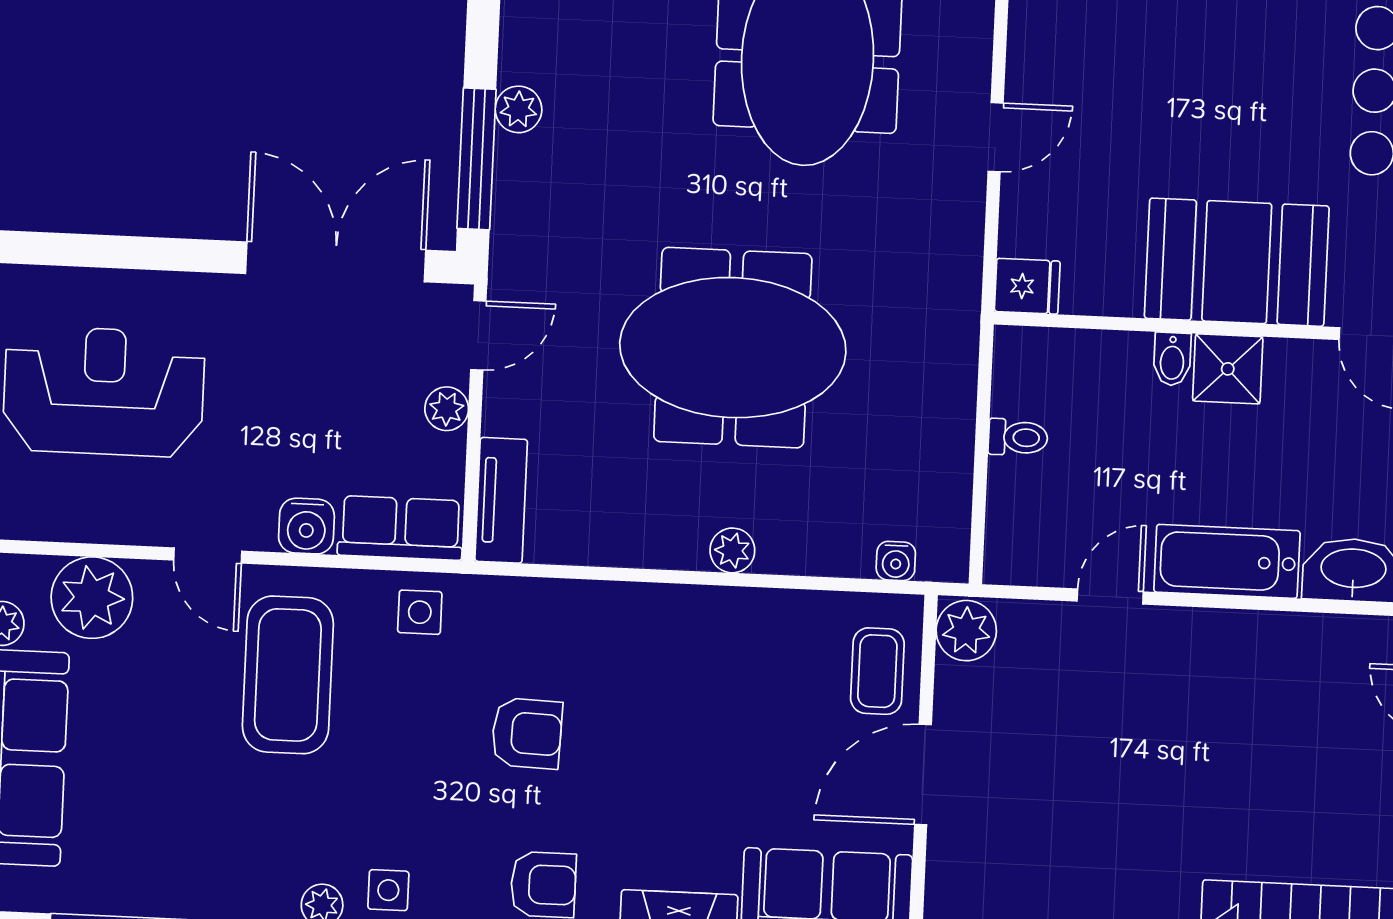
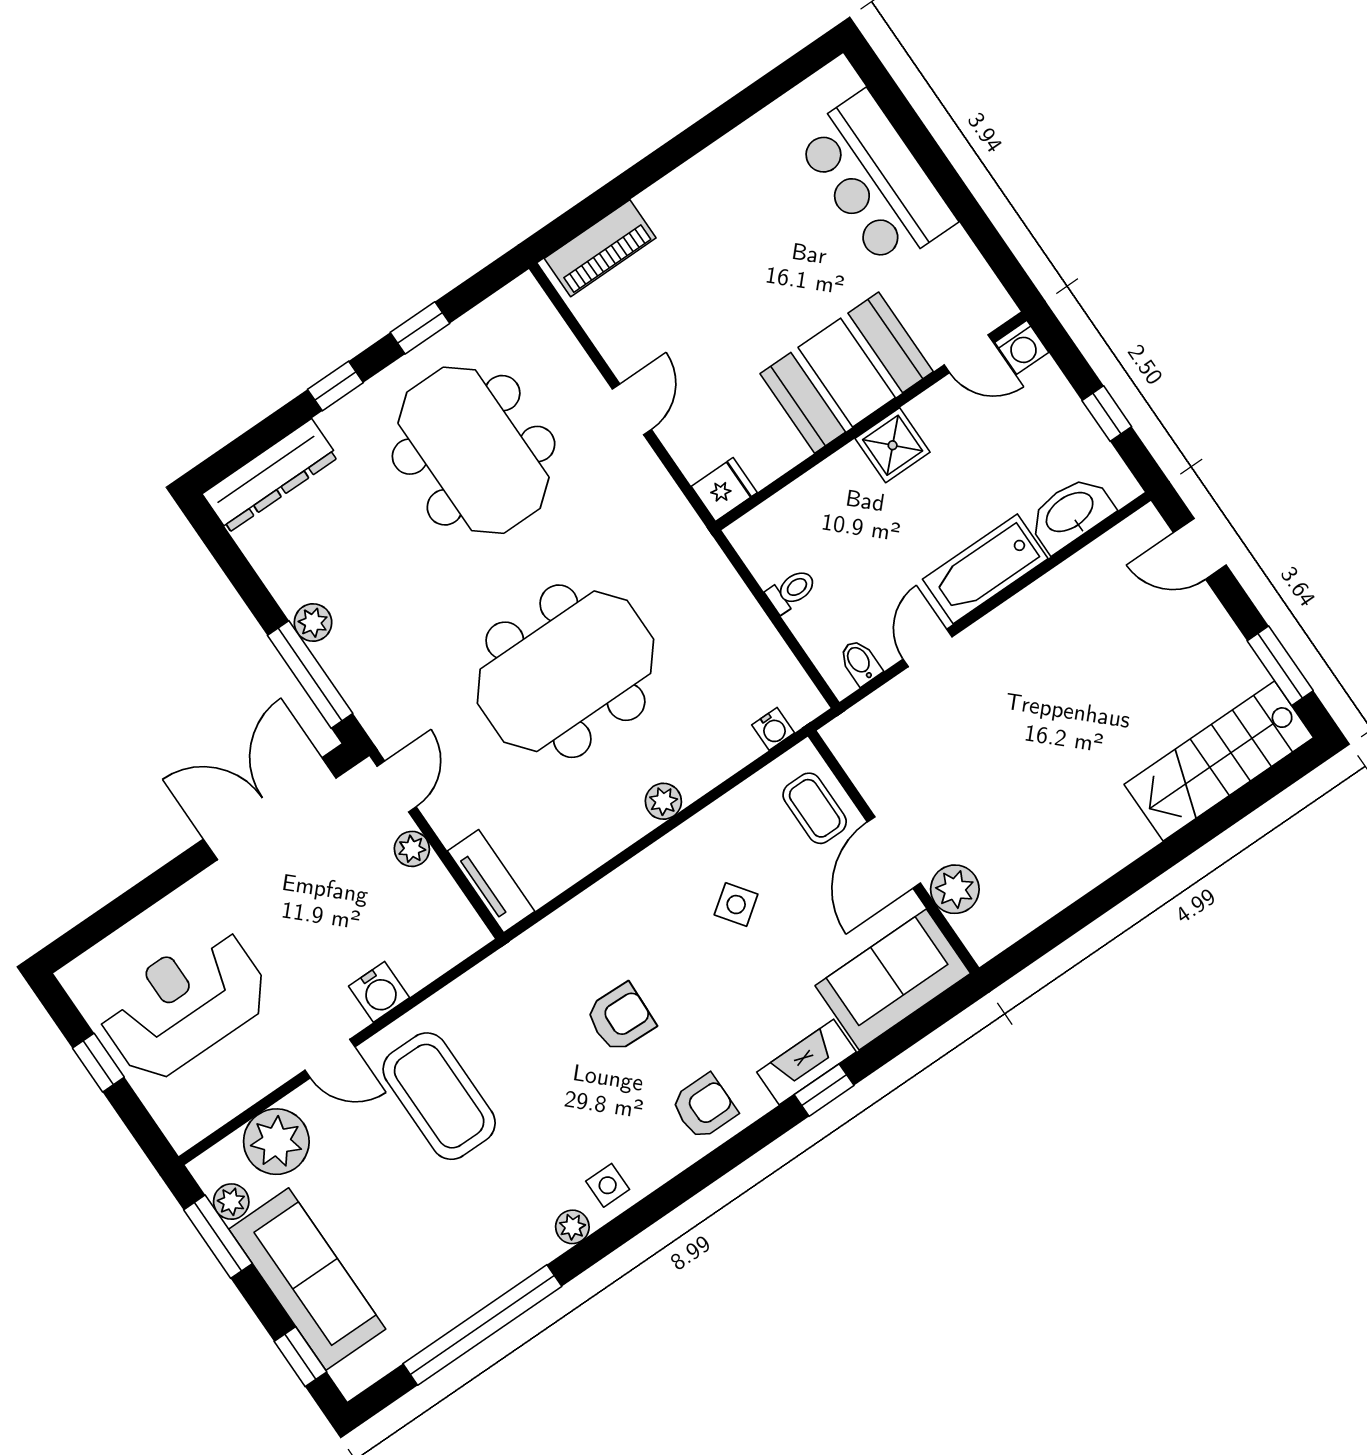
bidet: (1172, 359) -> (860, 662), moved, turned 180
row of seats: (401, 528) -> (440, 947), removed
side table: (420, 612) -> (736, 905), moved, turned -36
plant: (966, 631) -> (955, 889), moved

